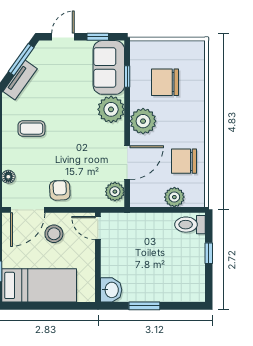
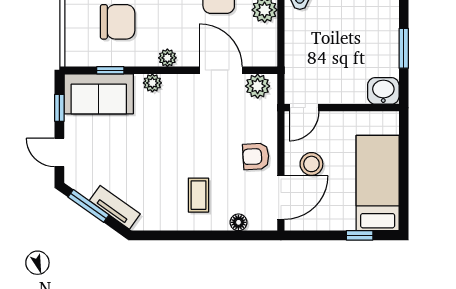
chair: (165, 82) -> (118, 22), turned -90
plant: (111, 109) -> (152, 83), width x0.53, depth x0.53
plant: (143, 121) -> (167, 58), width x0.53, depth x0.53
coffee table: (31, 129) -> (198, 195), moved
door: (28, 210) -> (281, 198), hinge flipped

